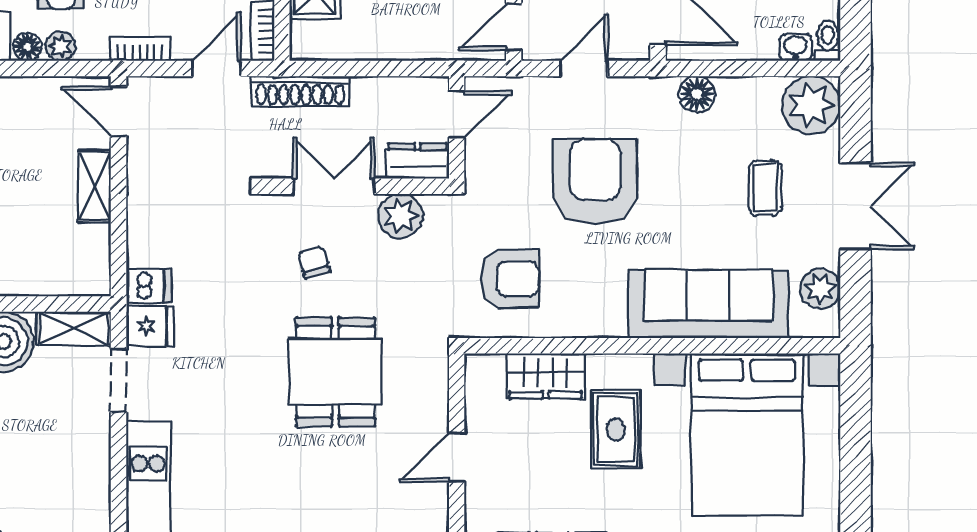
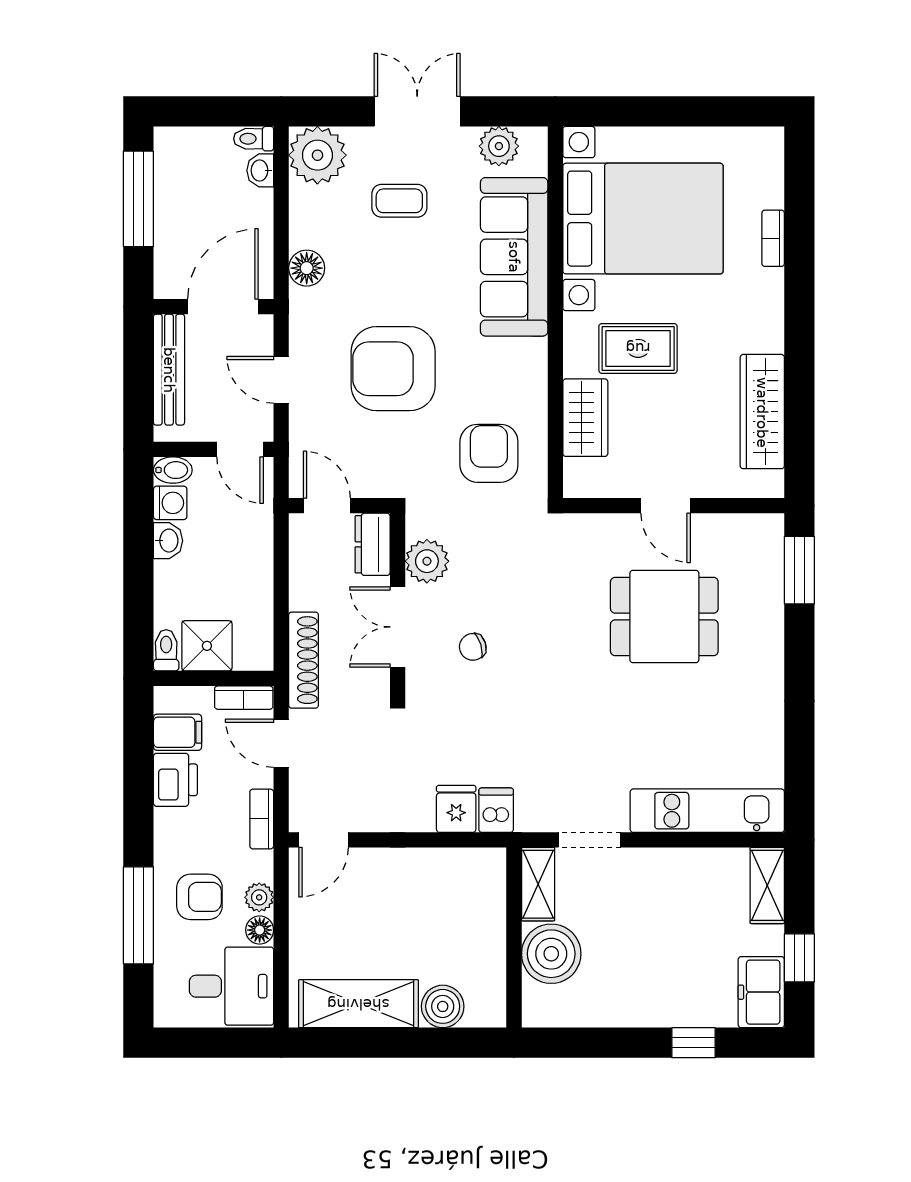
shelving: (95, 186) -> (397, 864), removed
fridge: (150, 326) -> (456, 809), moved
dining table: (335, 372) -> (664, 617), moved

